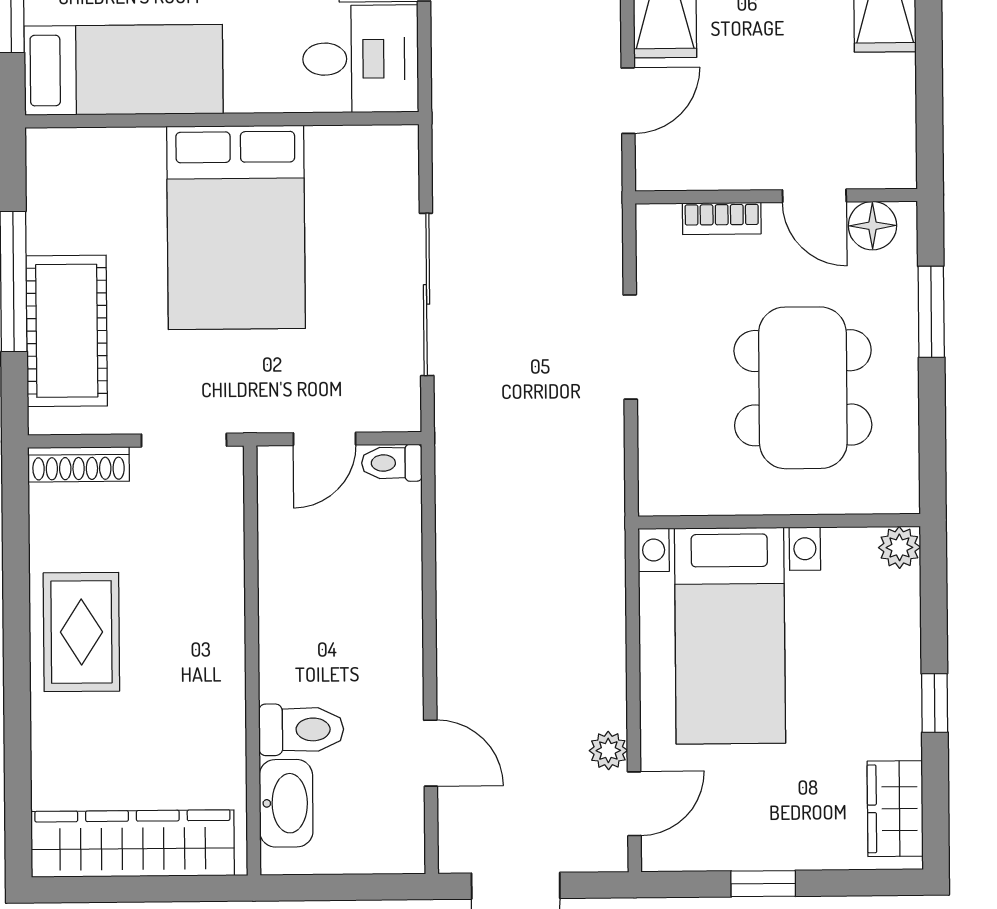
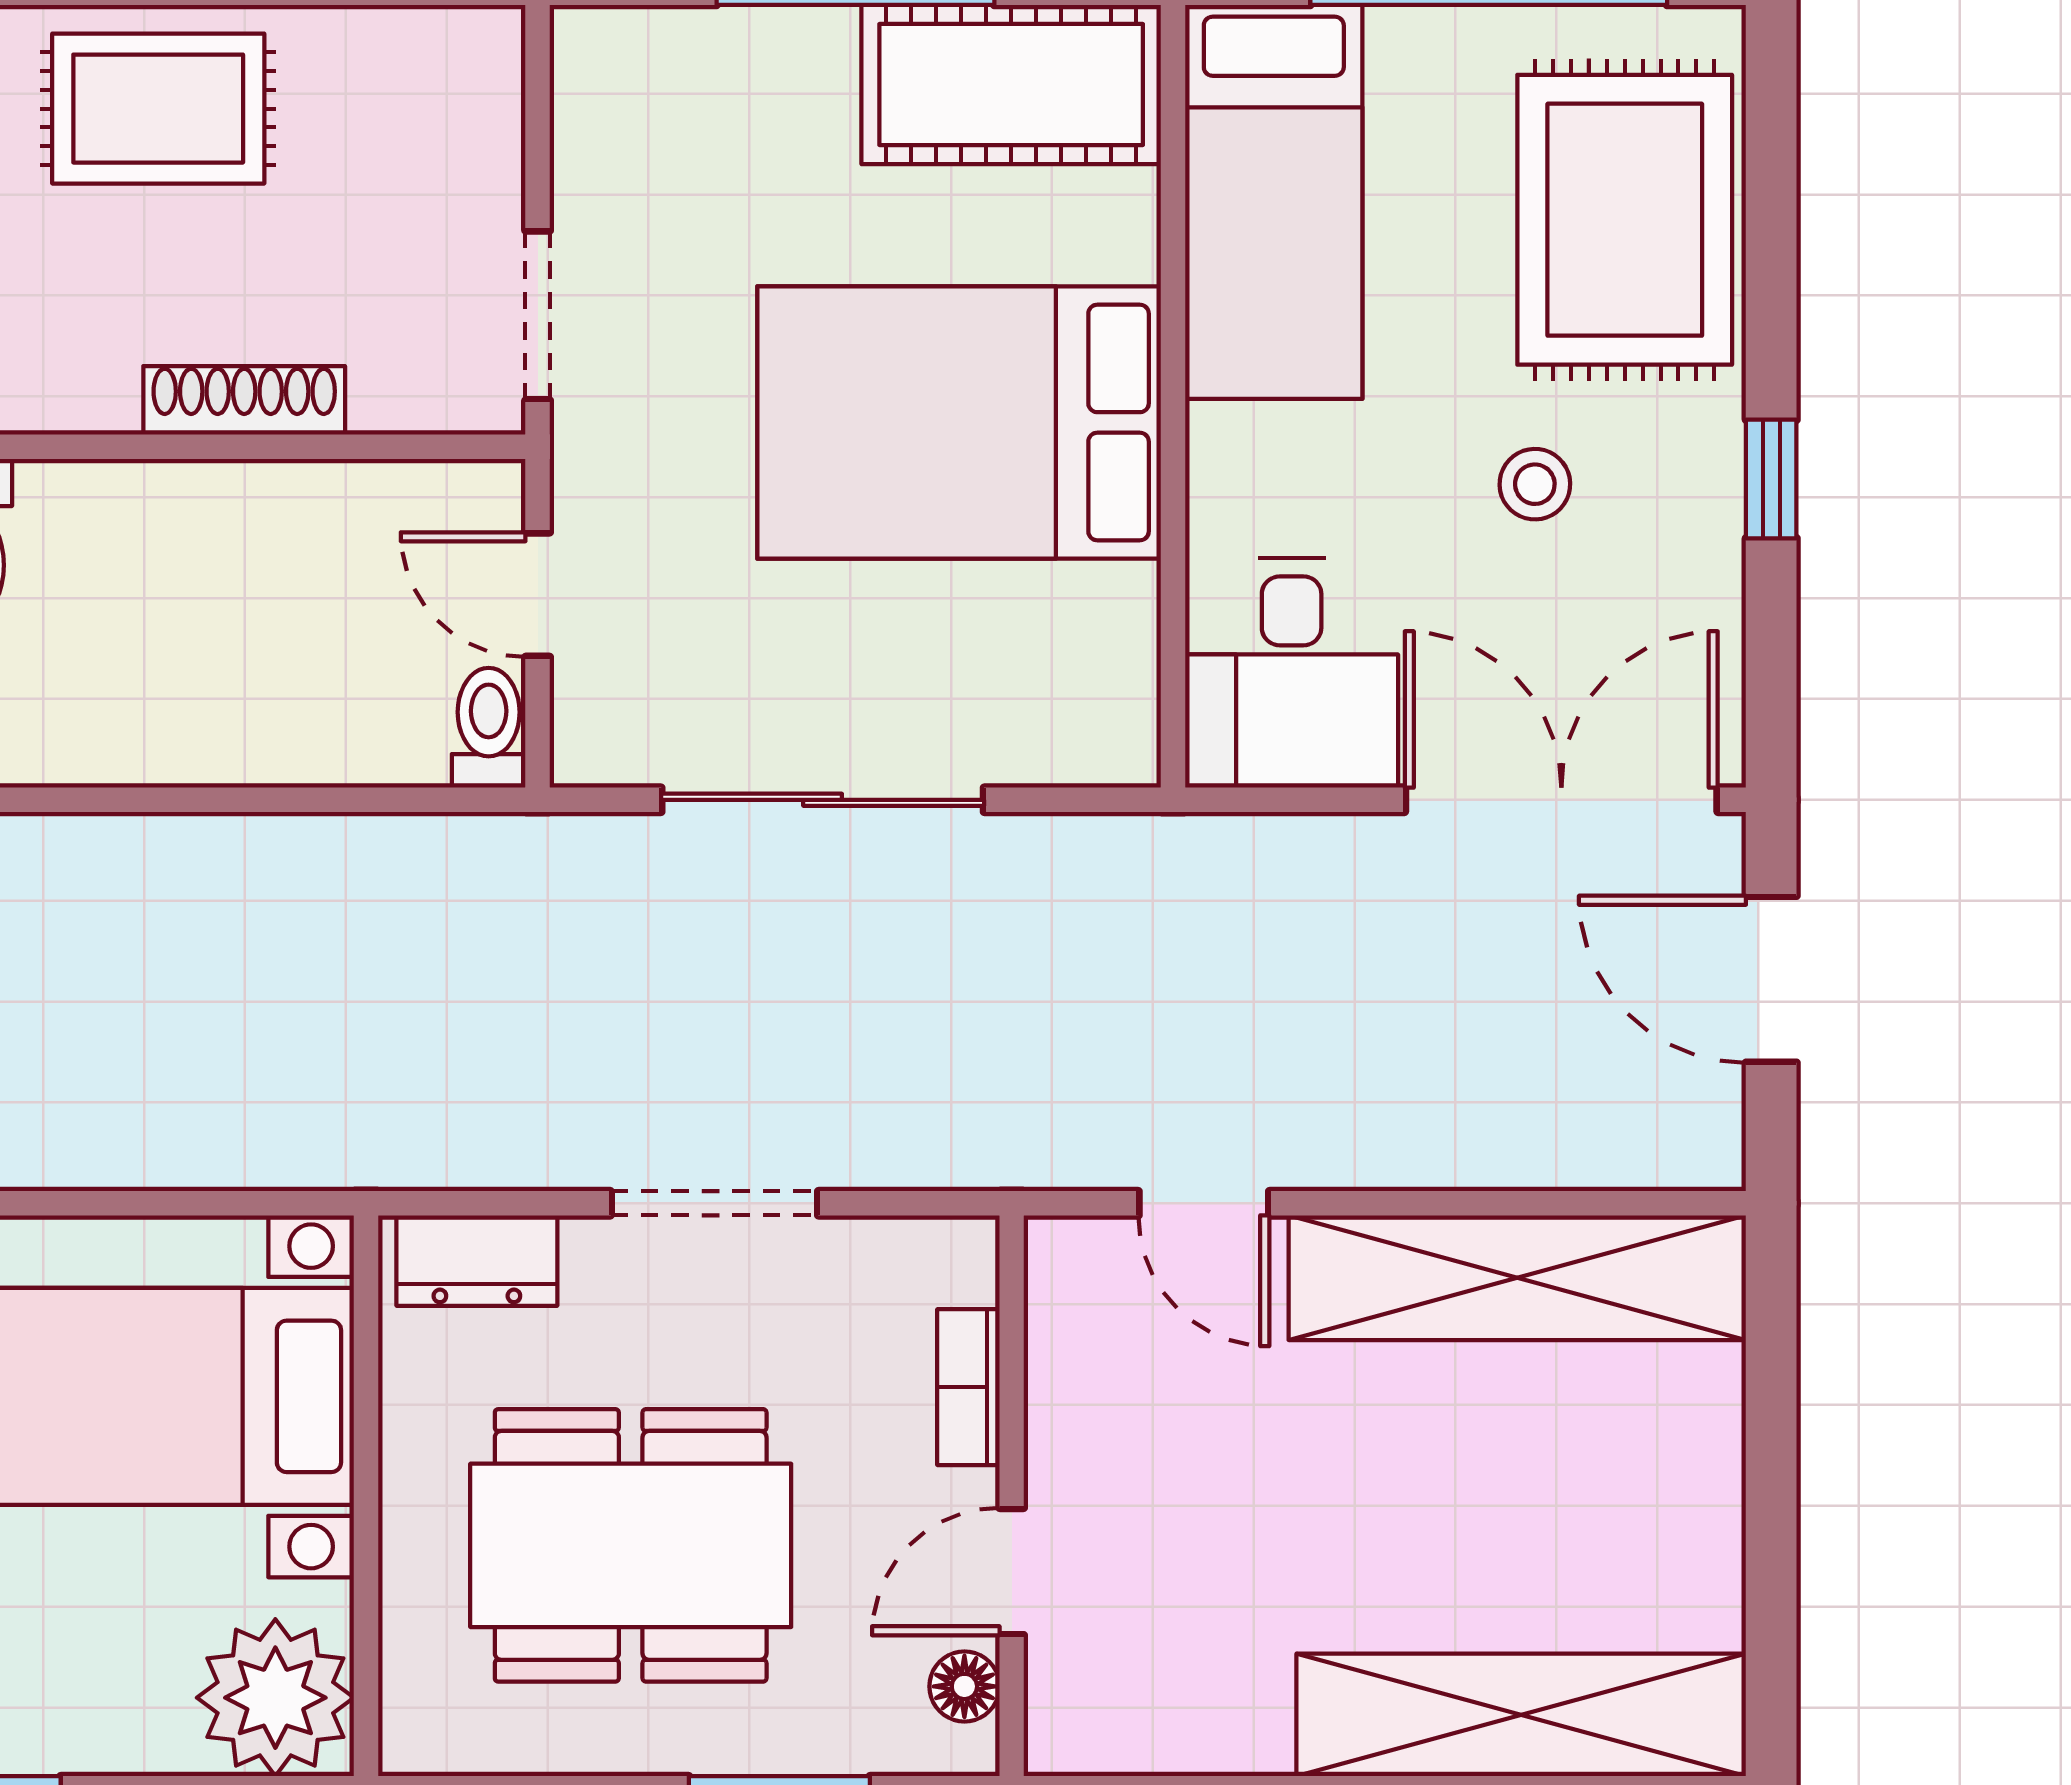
floor lamp: (872, 226) -> (964, 1686), width x0.73, depth x0.73
cot: (67, 331) -> (1011, 85), moved
shoe rack: (79, 464) -> (244, 400), moved, turned 90
dresser: (660, 466) -> (477, 1261), added
plant: (899, 547) -> (275, 1698), width x1.87, depth x1.87

